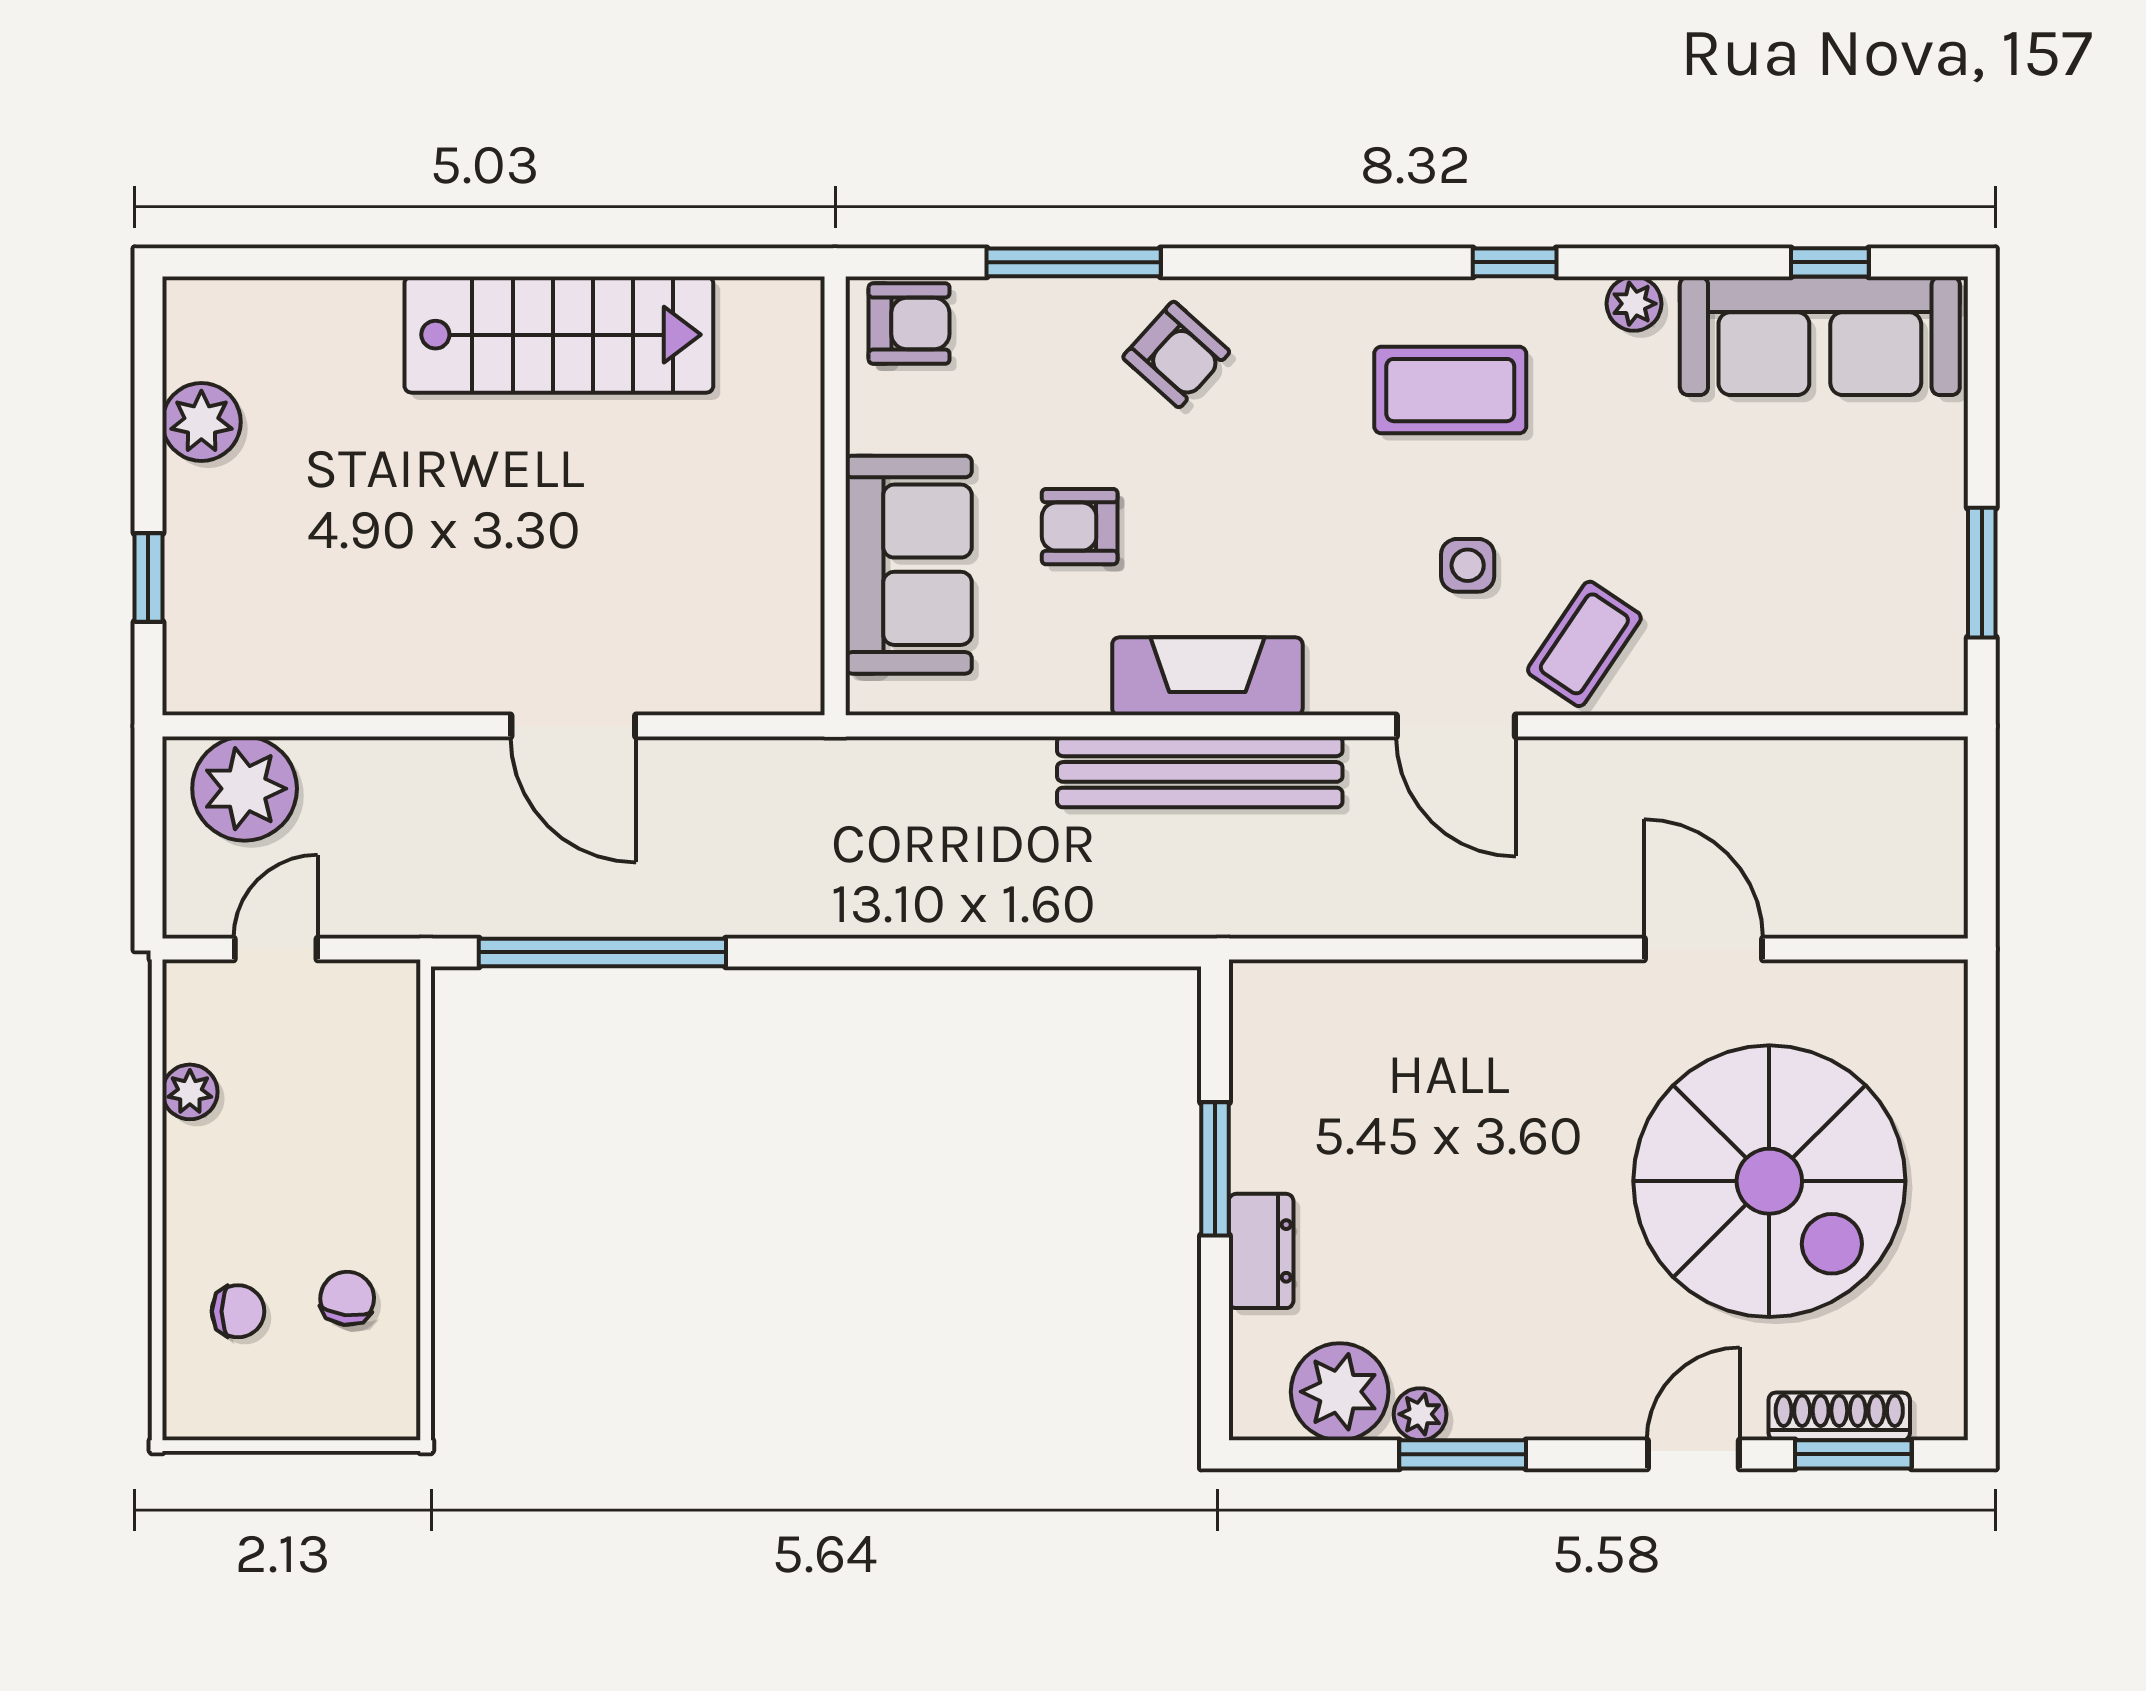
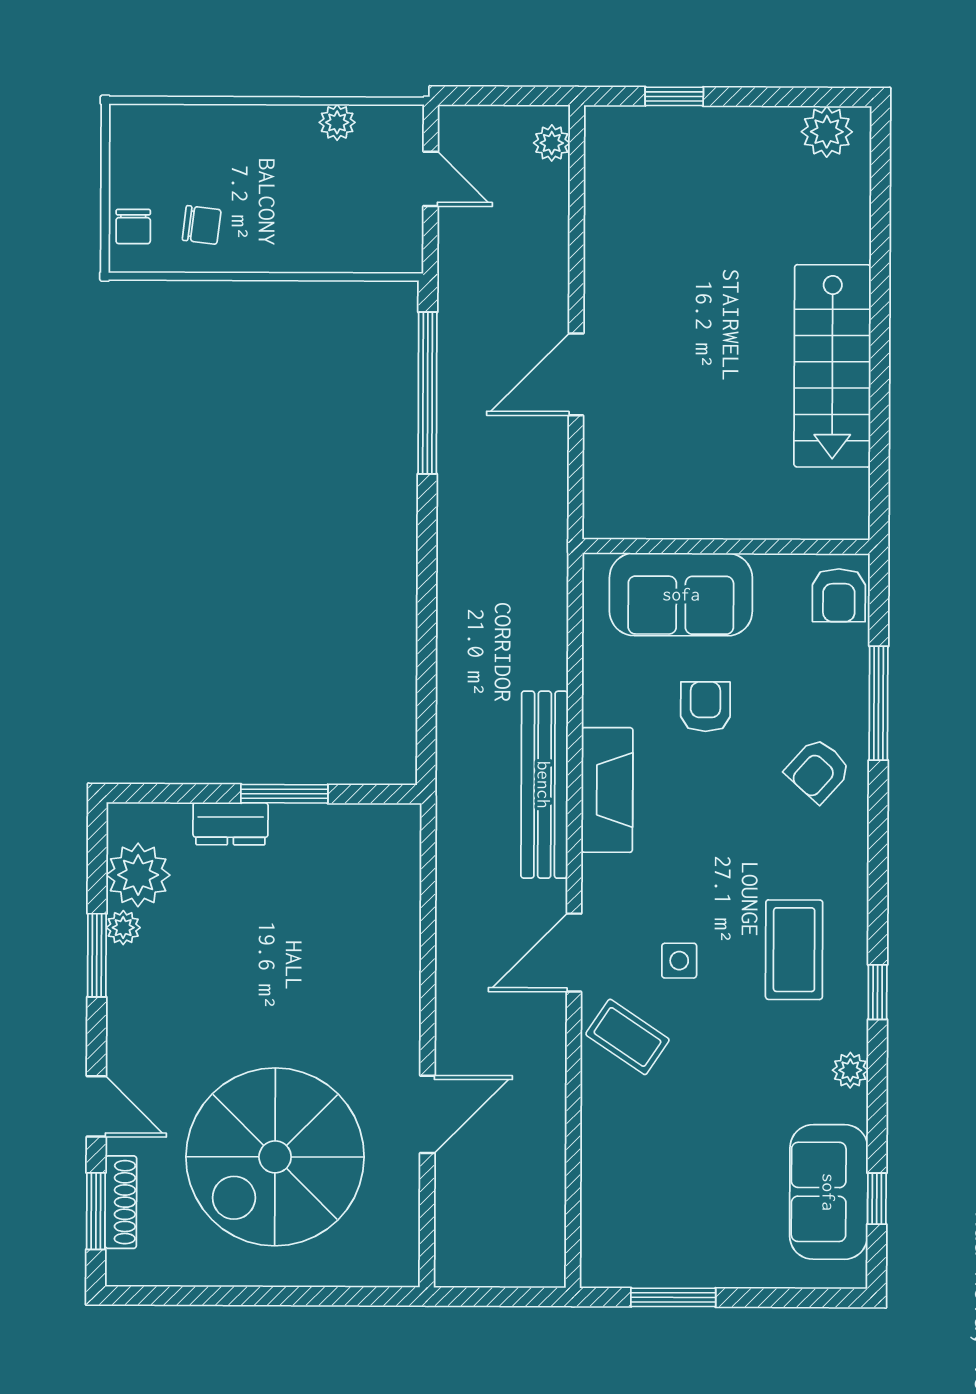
sofa: (1820, 336) -> (829, 1192), width x0.73
plant: (201, 422) -> (827, 132), moved
plant: (245, 789) -> (552, 143), width x0.53, depth x0.53
chair: (238, 1311) -> (133, 227), moved

